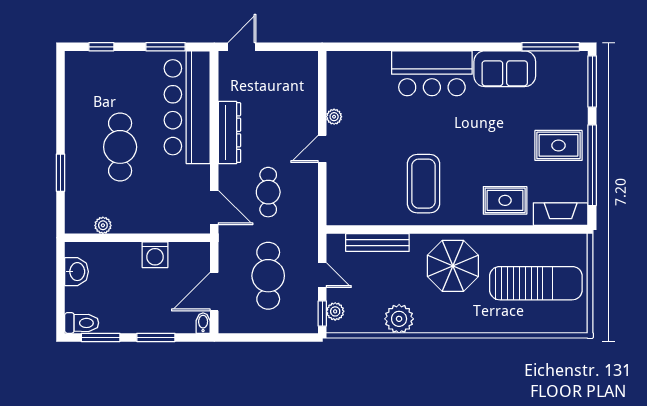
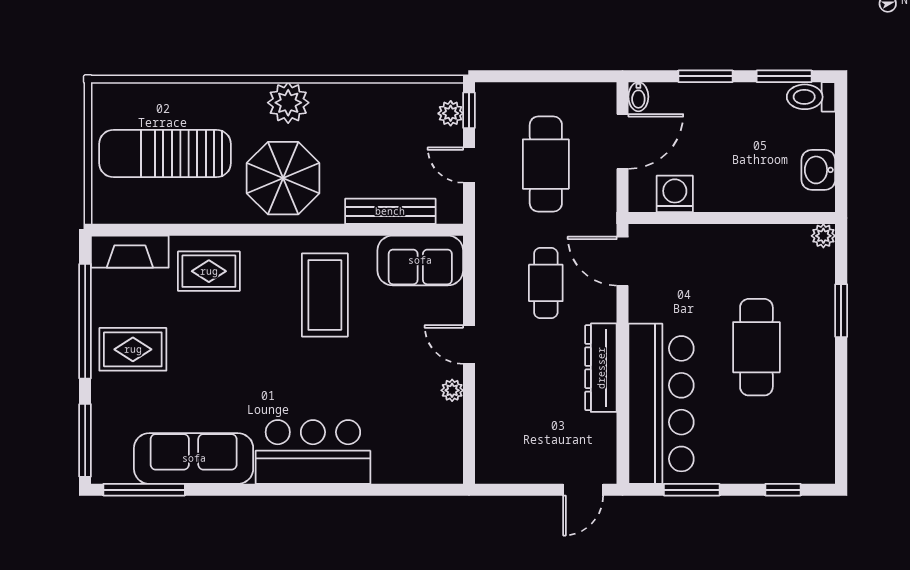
sofa: (505, 69) -> (194, 458), width x1.36
door: (322, 149) -> (469, 344), swing flipped
sofa: (356, 208) -> (420, 260), added
plant: (103, 225) -> (823, 236), moved
washing machine: (155, 255) -> (675, 194), moved
plant: (399, 319) -> (288, 103), moved

